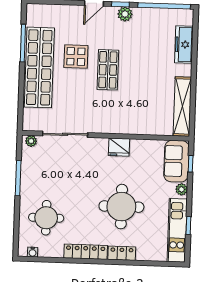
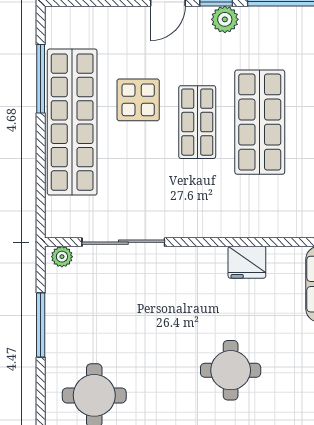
shop shelf: (142, 71) -> (260, 122), added
fridge: (119, 147) -> (247, 262), moved
round table: (121, 207) -> (231, 370), width x0.73, depth x0.73

